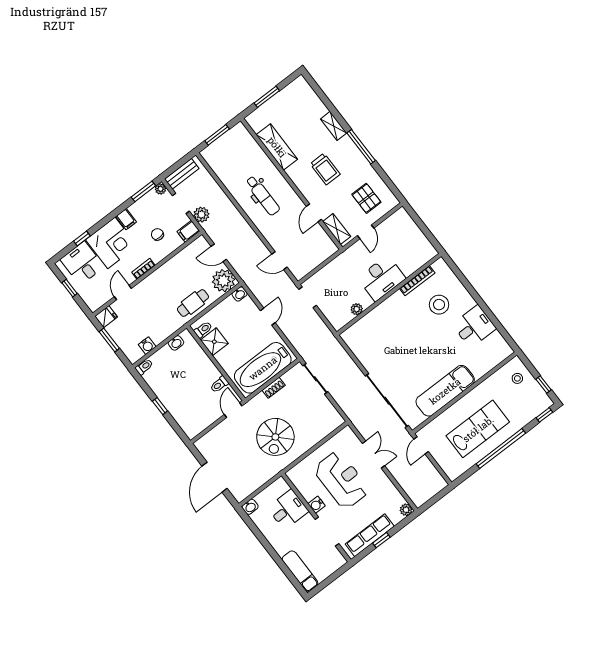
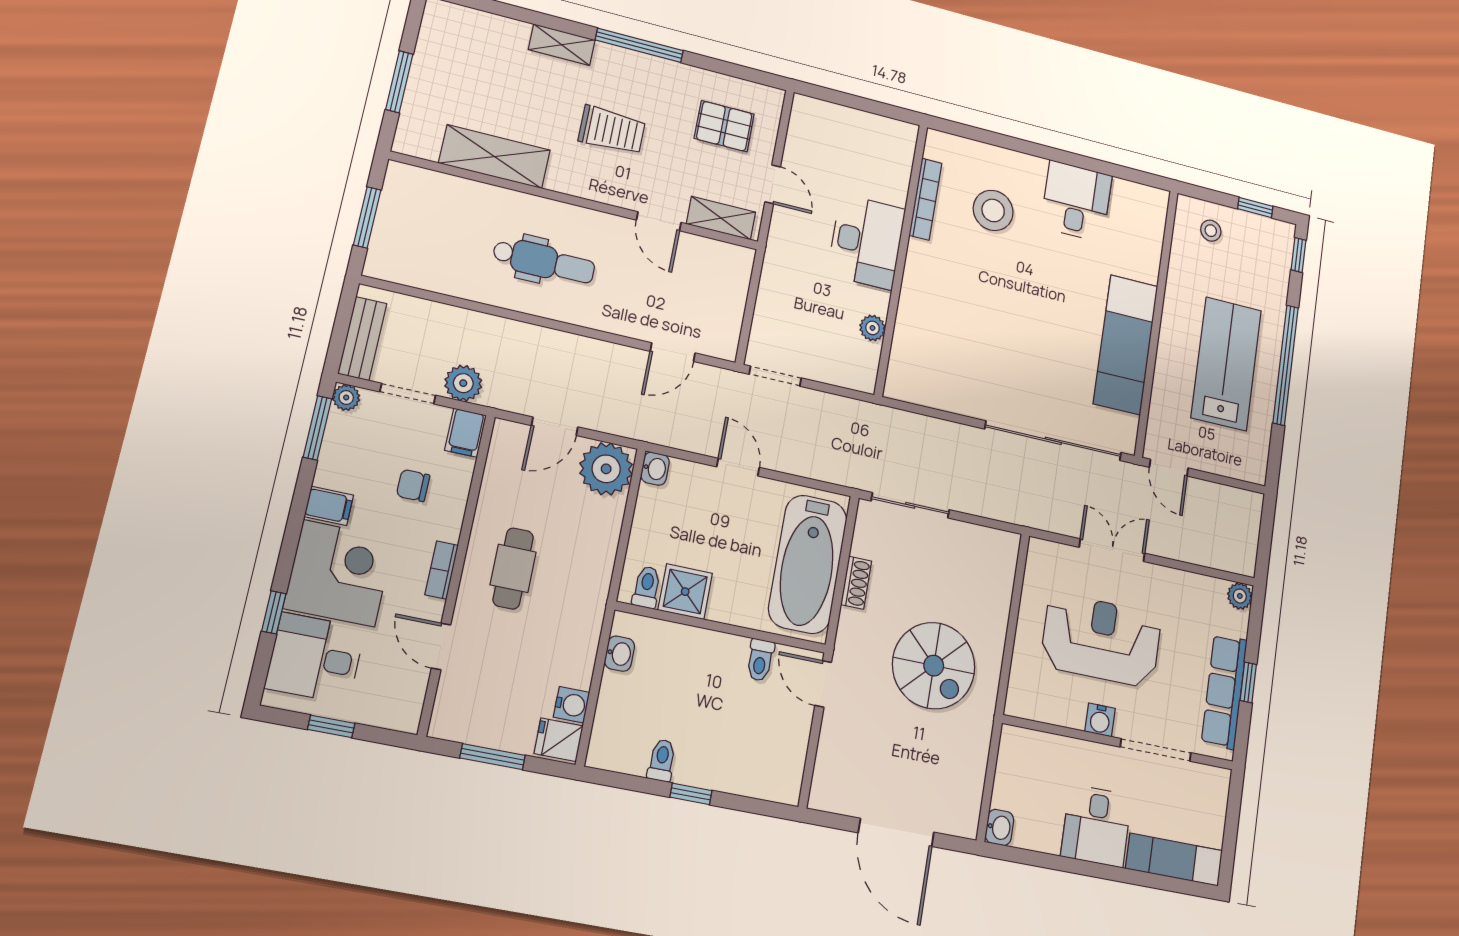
cafe table: (193, 303) -> (513, 568), moved
fridge: (106, 317) -> (559, 740), moved, turned -90
toilet: (144, 367) -> (662, 760), moved
desk: (288, 509) -> (1096, 826), moved, turned 180

